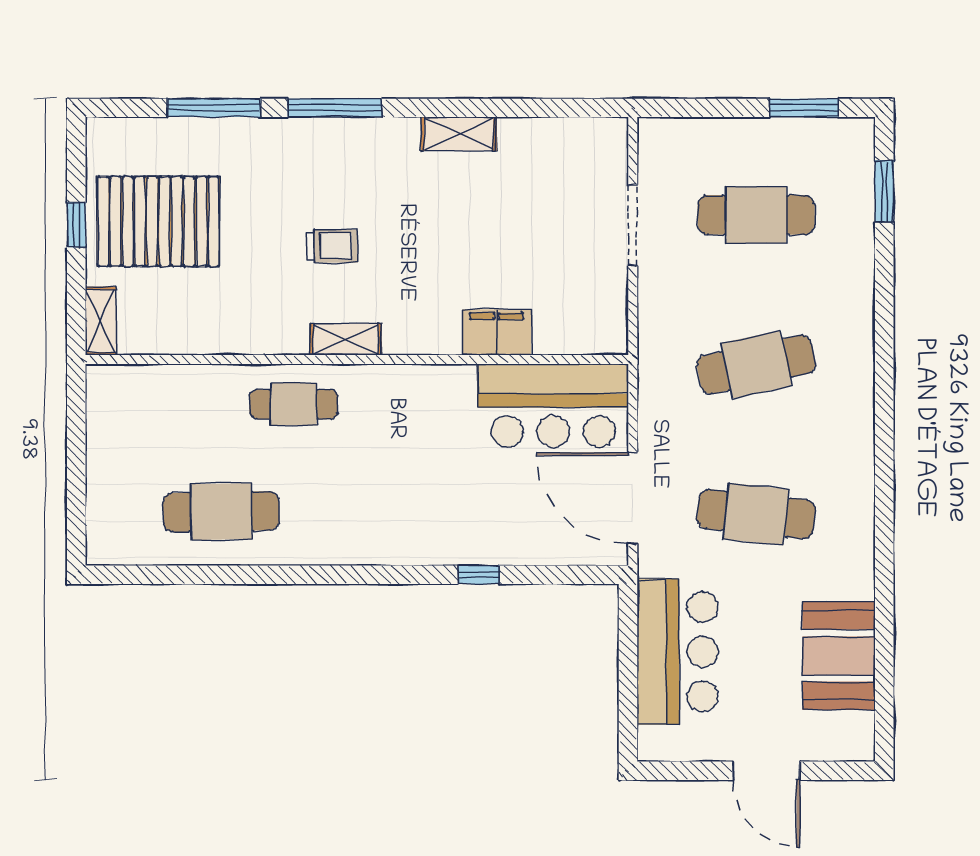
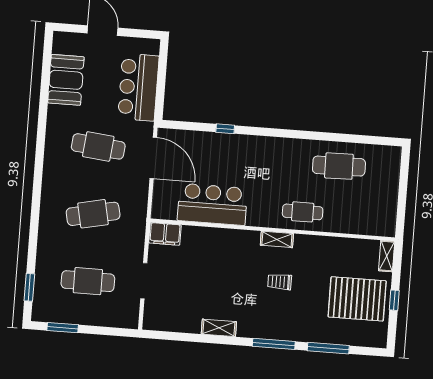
filing cabinet: (497, 332) -> (165, 234), moved
bar counter: (553, 406) -> (212, 204), moved

